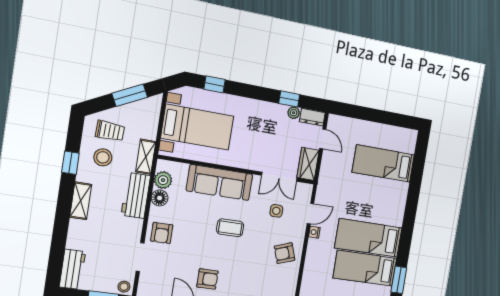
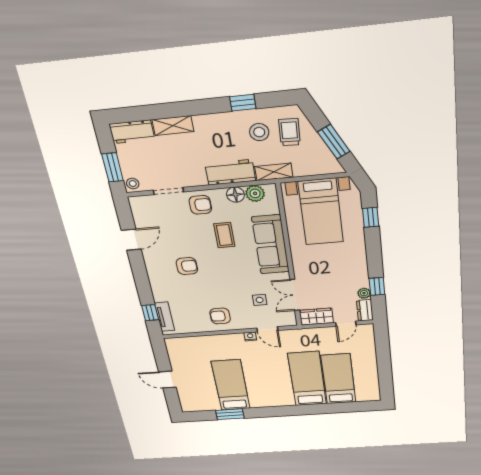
trolley: (110, 131) -> (290, 132), turned 180
shelving: (81, 201) -> (173, 126), moved
coffee table: (230, 228) -> (224, 235), moved
armchair: (162, 233) -> (200, 205), turned 180
bed: (369, 238) -> (307, 379), moved
armchair: (285, 253) -> (220, 316), turned -71
armchair: (207, 279) -> (187, 266), moved, turned -90

